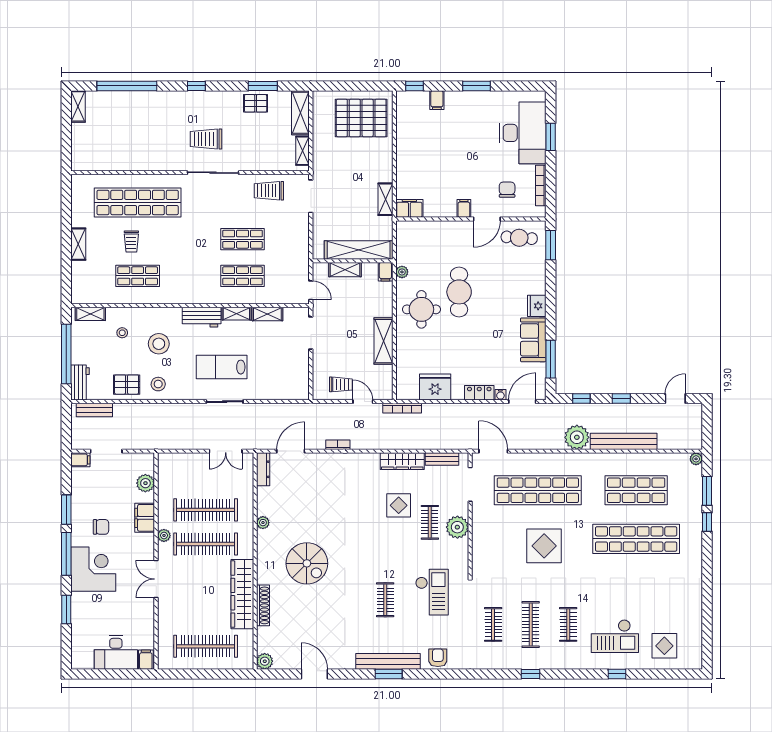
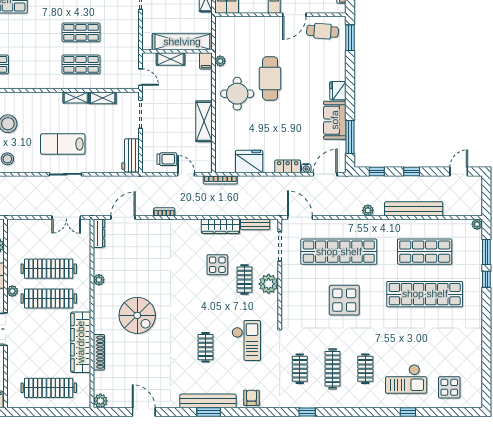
workbench: (202, 317) -> (131, 155), moved, turned 90
plant: (577, 437) -> (368, 210), width x0.53, depth x0.53
window: (531, 674) -> (307, 412), moved

